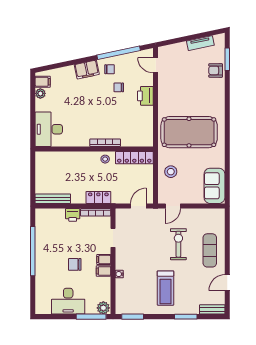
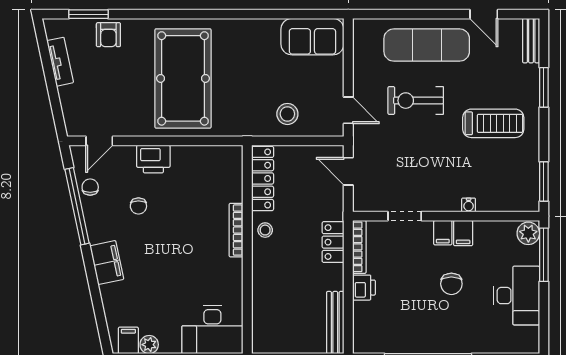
chair: (110, 69) -> (90, 187), moved
pool table: (189, 132) -> (183, 78), moved
exercise mat: (210, 250) -> (427, 45), width x1.36, depth x1.45

